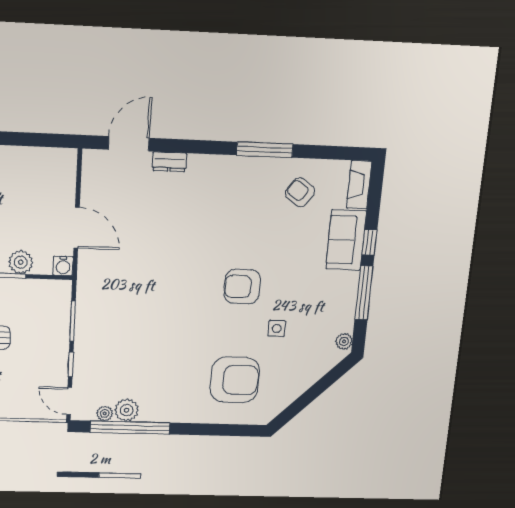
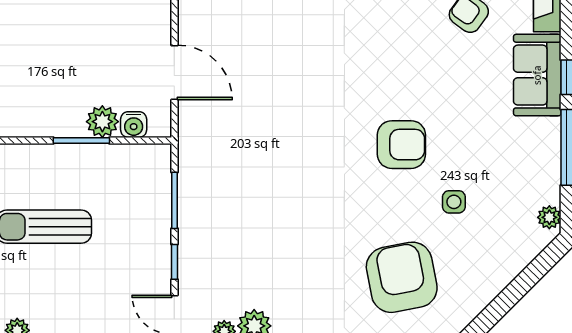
water cooler: (63, 266) -> (134, 125), moved
armchair: (242, 287) -> (401, 145), turned 180
armchair: (235, 380) -> (402, 277), turned -101

